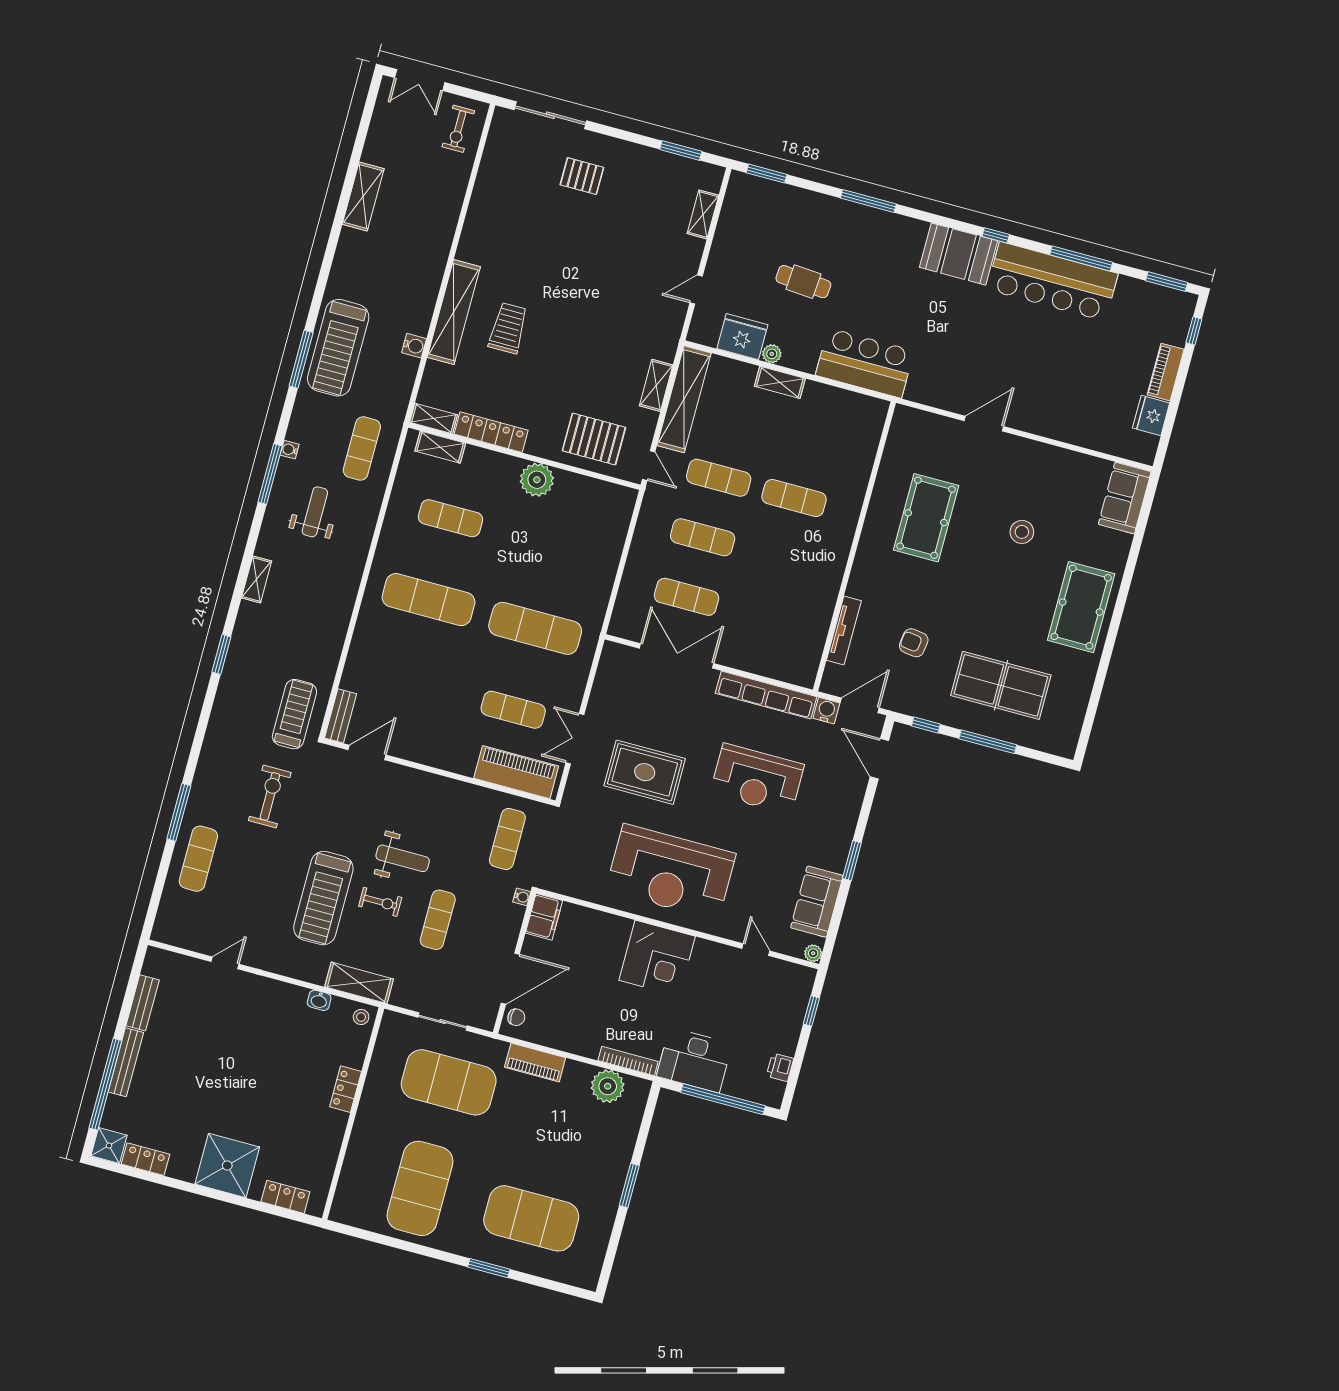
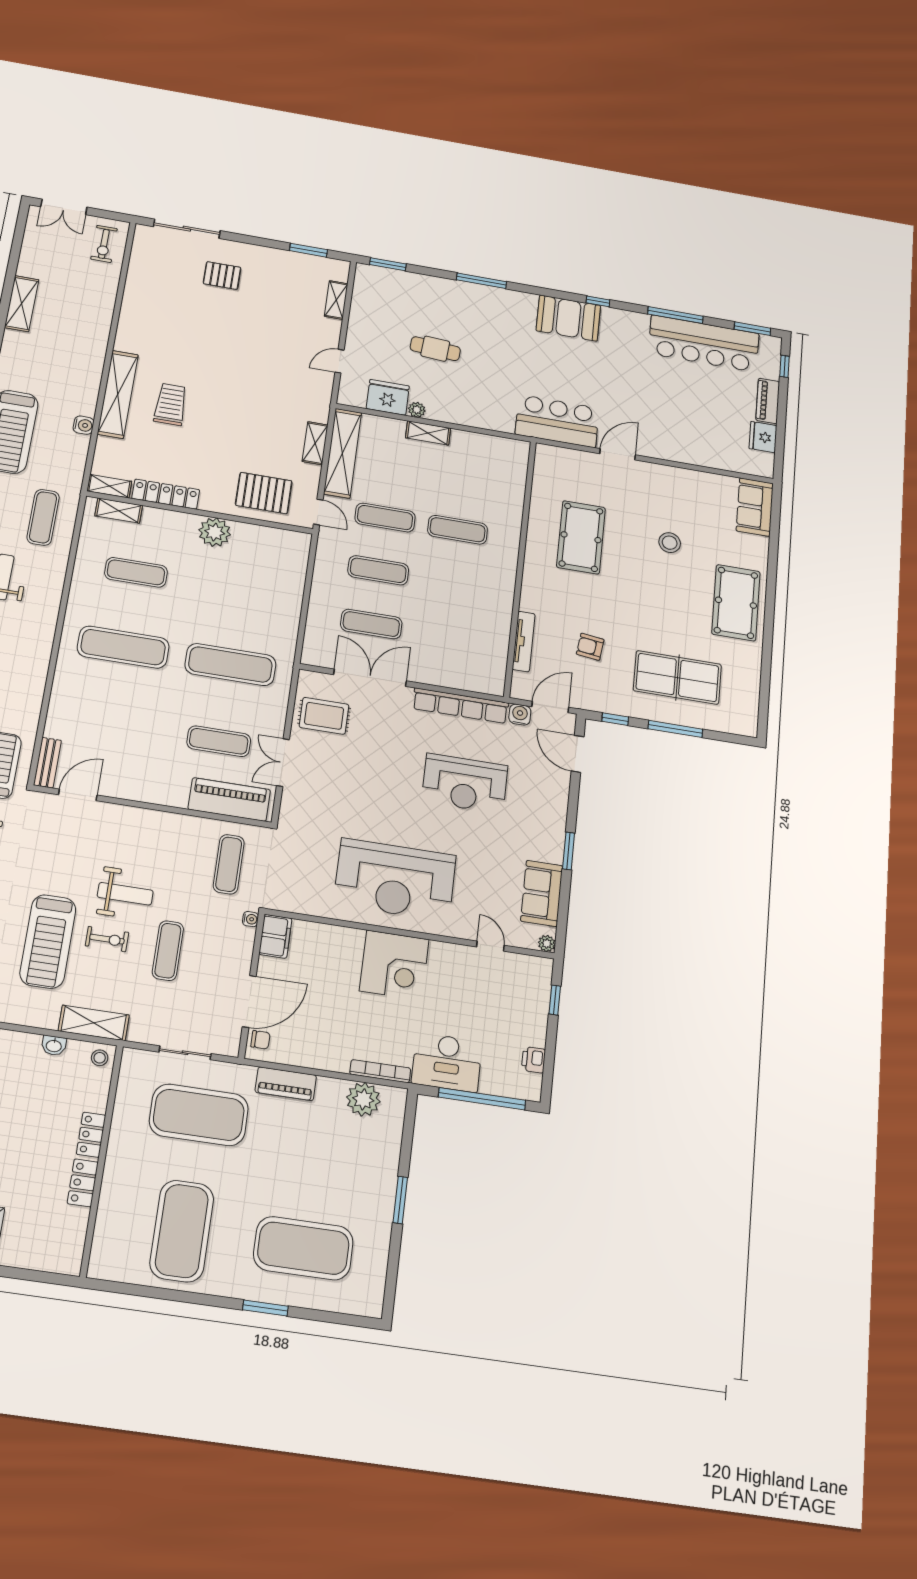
bar counter: (1052, 281) -> (704, 344), moved
bar counter: (865, 363) -> (557, 421), moved
rug: (645, 772) -> (324, 716), moved, width x0.73, depth x0.70
locker: (285, 1197) -> (83, 1183), moved, turned -90

